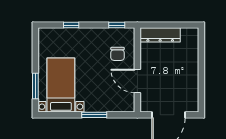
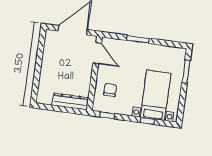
door: (137, 81) -> (97, 53), moved
bed with nightstands: (61, 85) -> (156, 95), moved, turned 180

